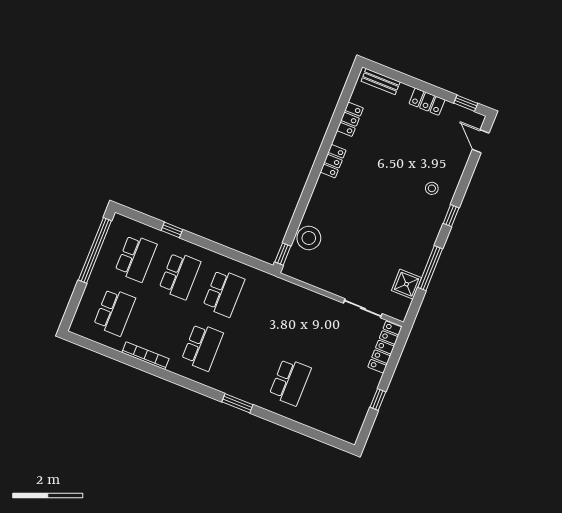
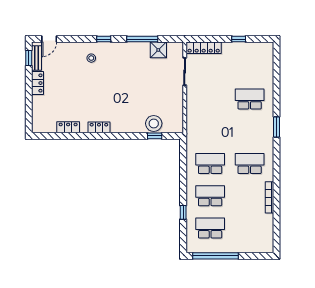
bench: (381, 82) -> (36, 58), moved
window: (283, 254) -> (155, 136), moved
school desk: (114, 312) -> (250, 228), removed

